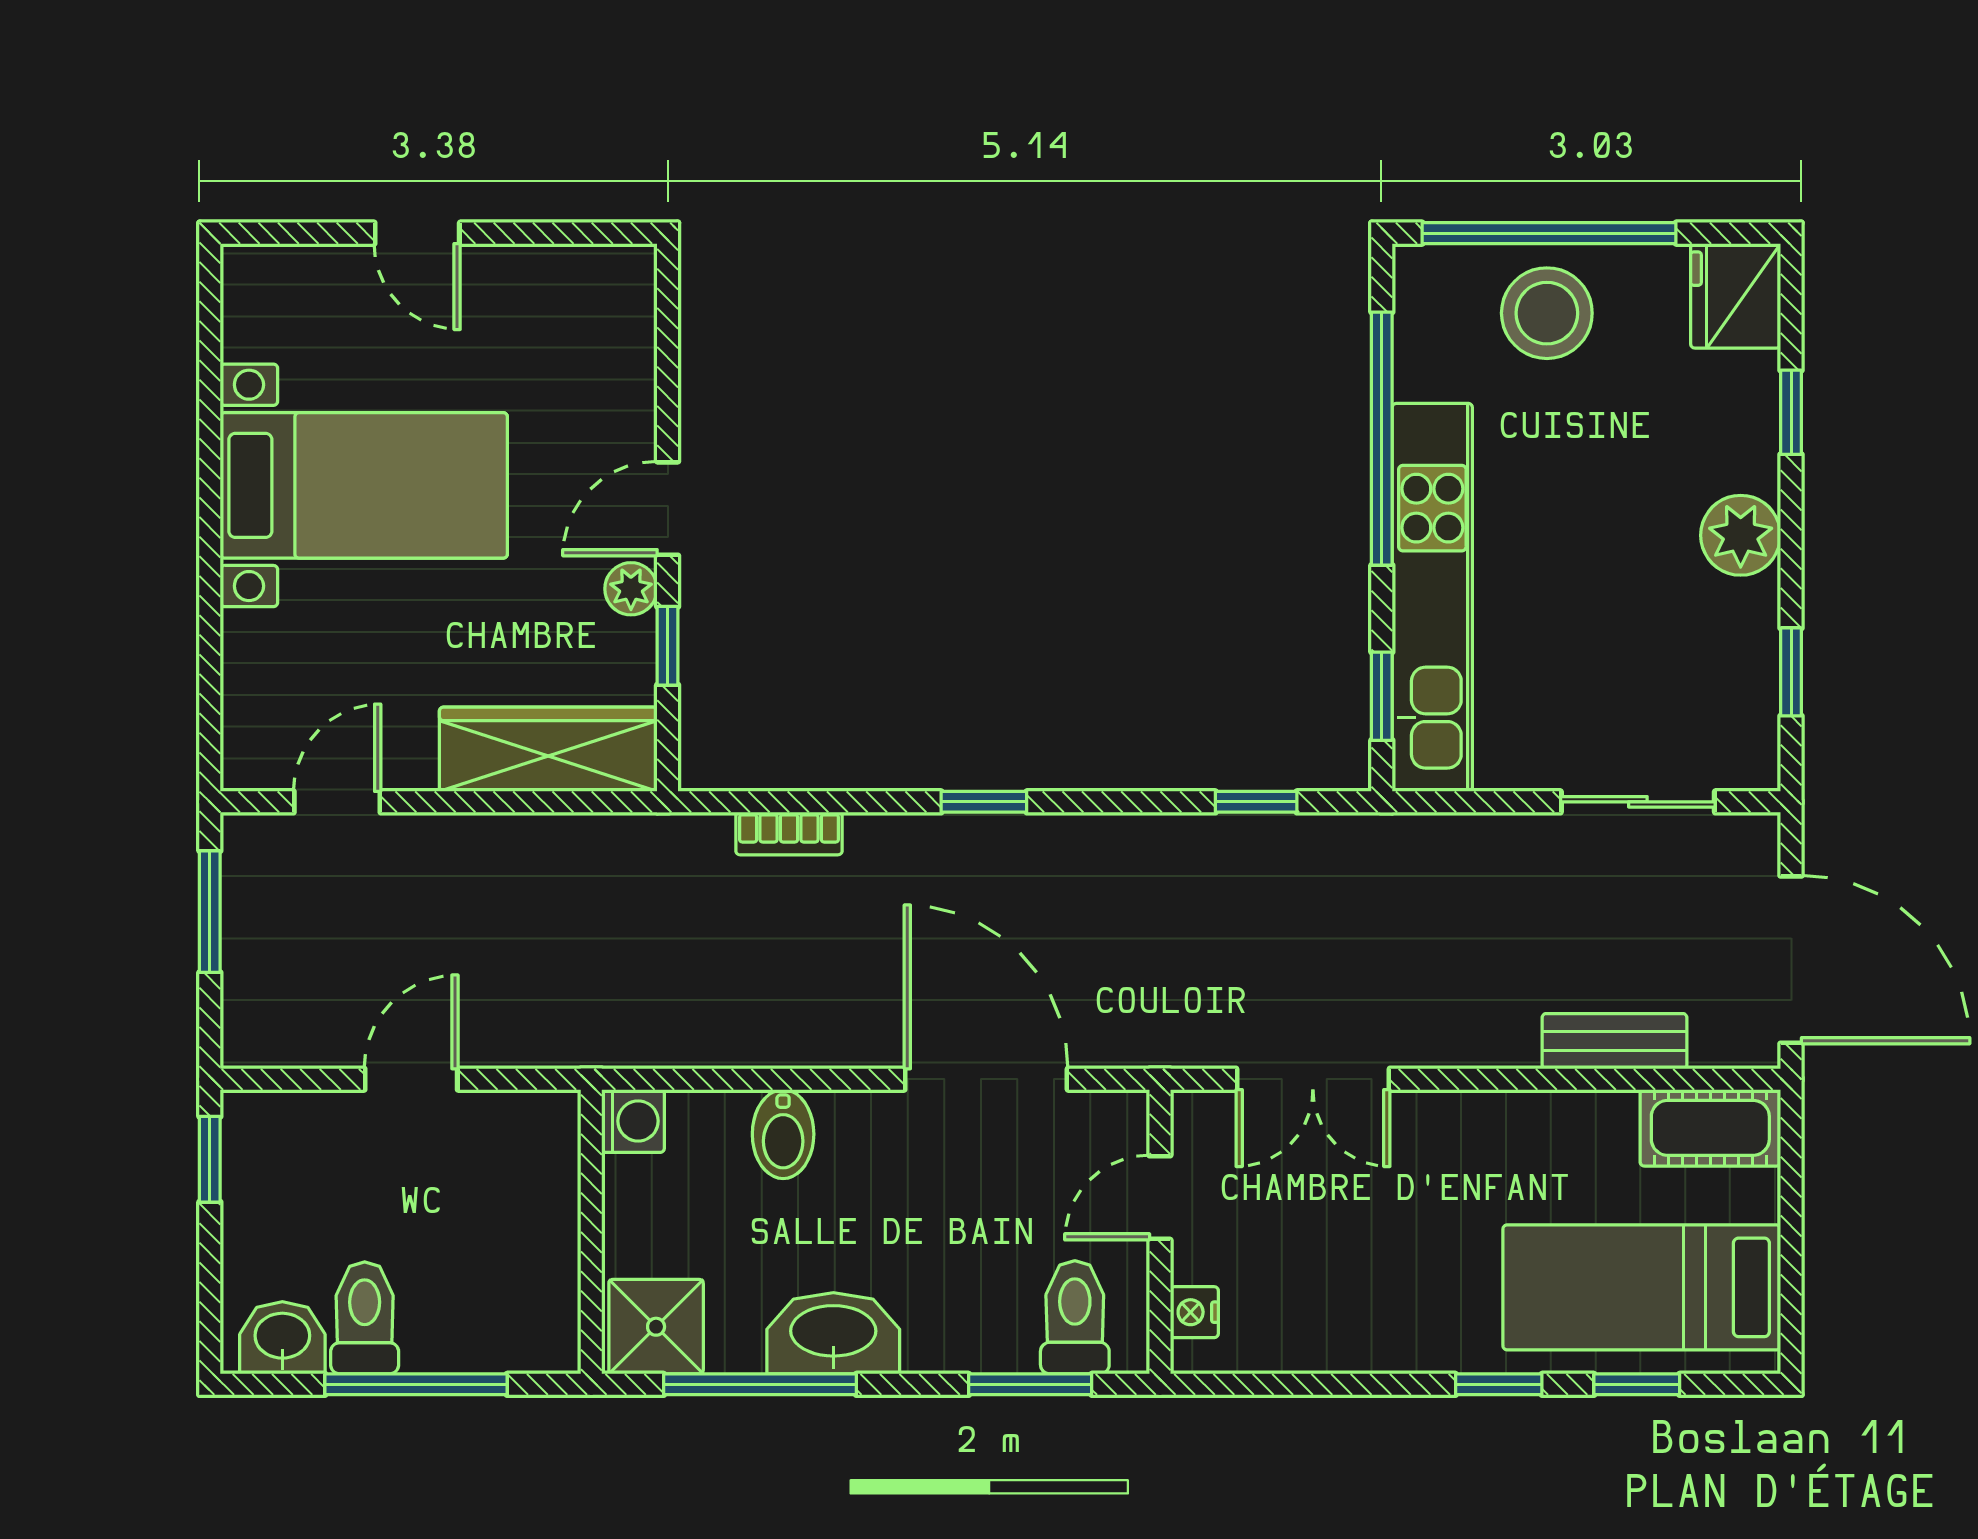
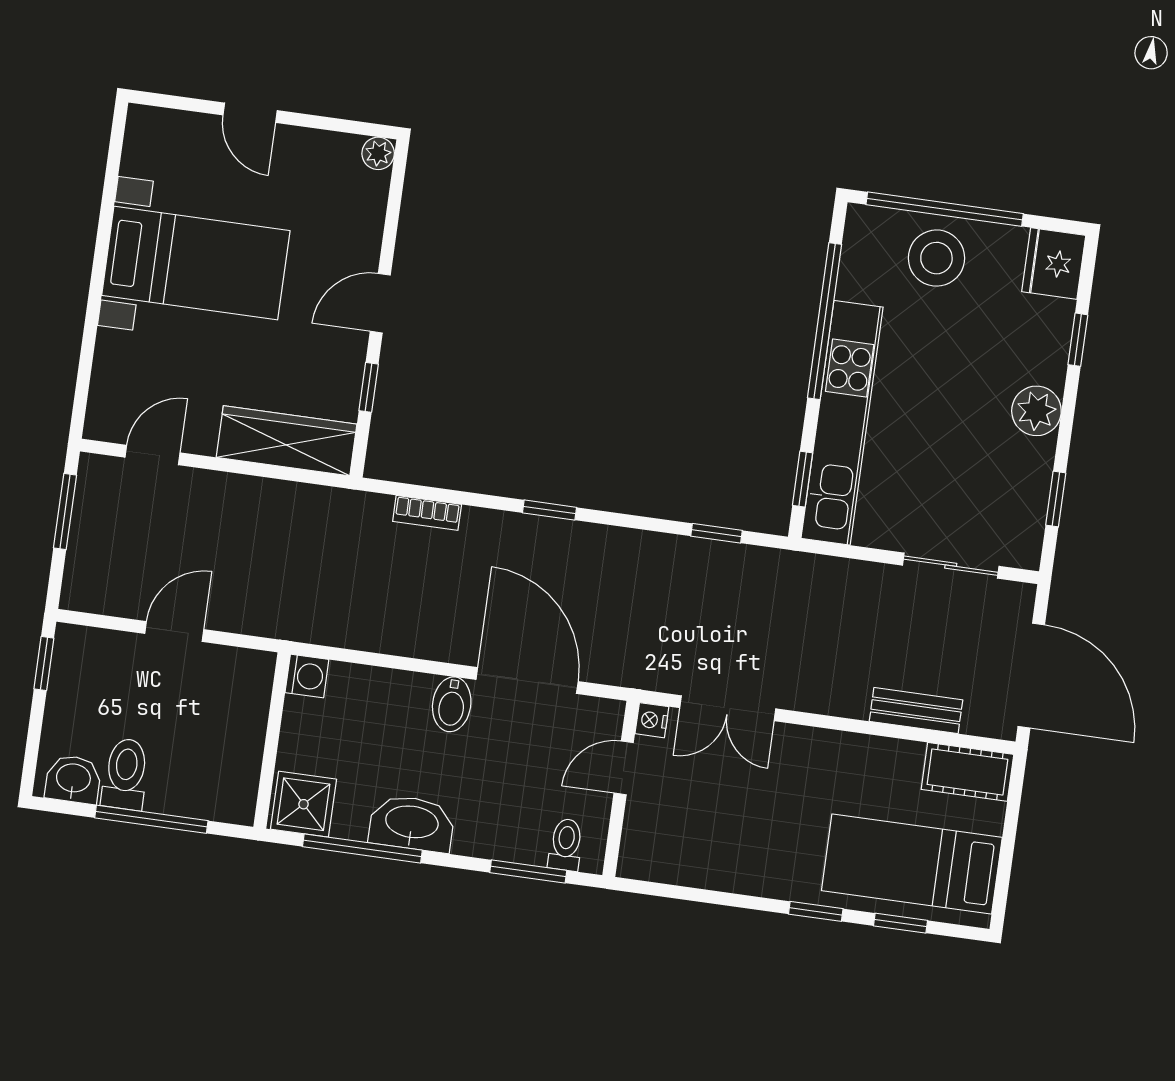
plant: (631, 589) -> (378, 153), moved
bidet: (783, 1134) -> (452, 704), moved
nightstand: (1194, 1312) -> (652, 720), moved
toilet: (1075, 1317) -> (566, 845), width x0.73, depth x0.72

